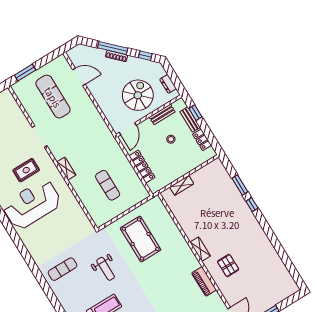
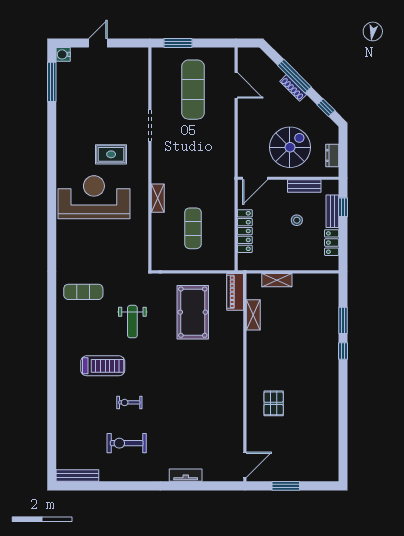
shelving: (66, 169) -> (158, 198), moved
shelving: (200, 249) -> (253, 315), moved
piano: (204, 281) -> (235, 292), moved

